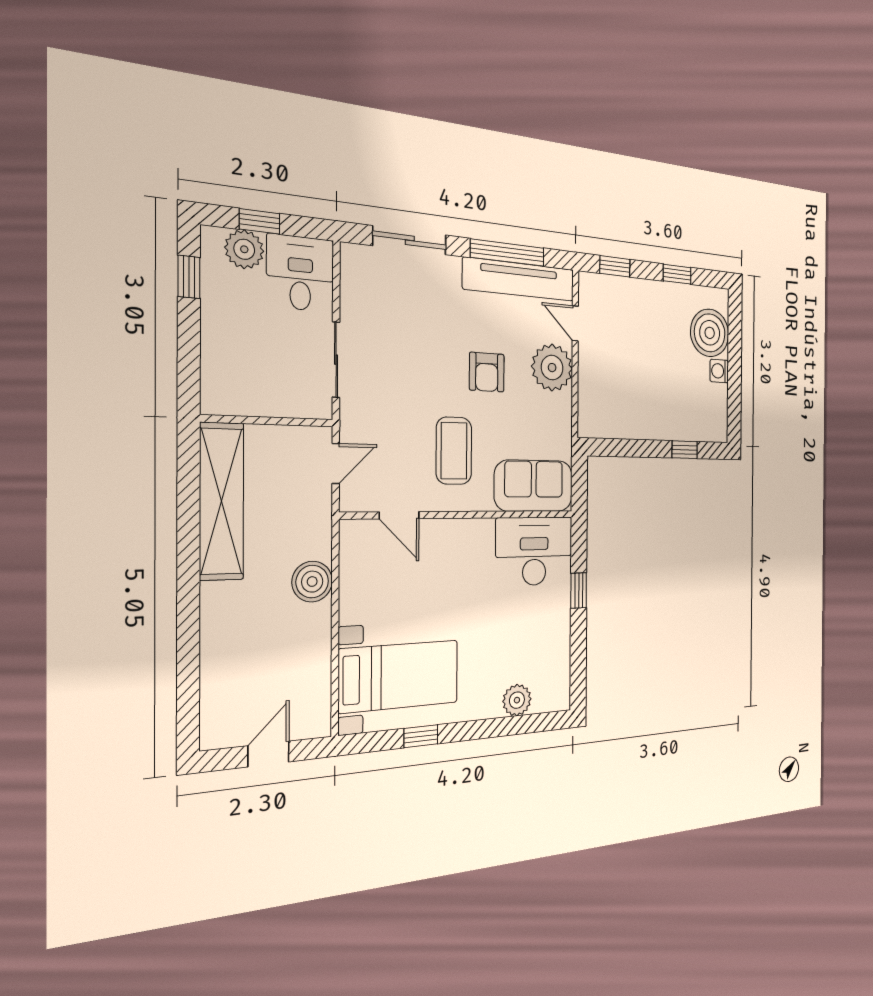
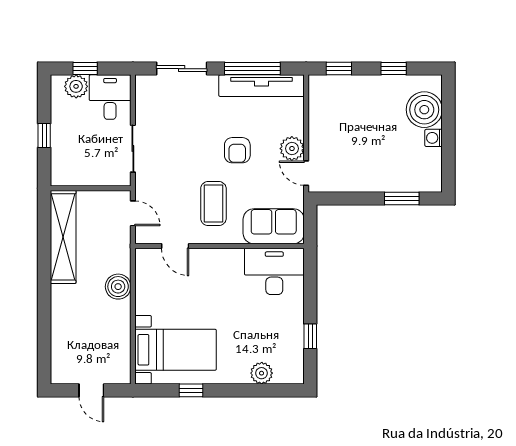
window: (189, 277) -> (44, 135), moved
door: (575, 323) -> (306, 173), moved
plant: (552, 368) -> (292, 149), width x0.73, depth x0.73
window: (685, 450) -> (402, 199), width x1.50
door: (336, 464) -> (133, 213), hinge flipped
window: (579, 591) -> (310, 336), moved
door: (268, 754) -> (91, 390), swing flipped

